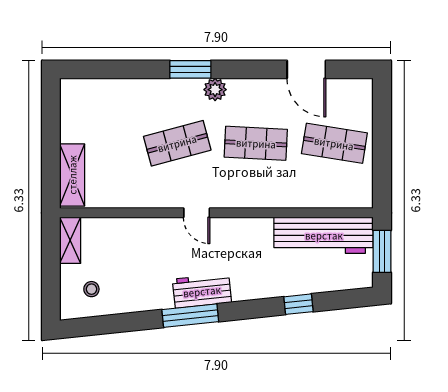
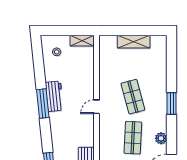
plant: (215, 90) -> (161, 138), moved
shelving: (72, 175) -> (134, 42), moved
workbench: (202, 291) -> (54, 96), moved

